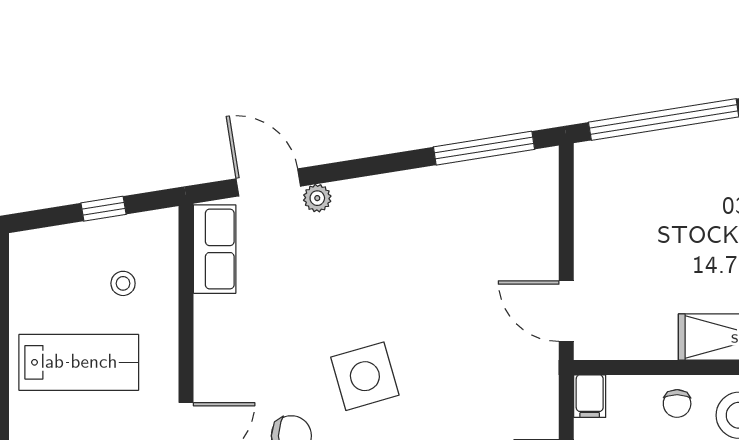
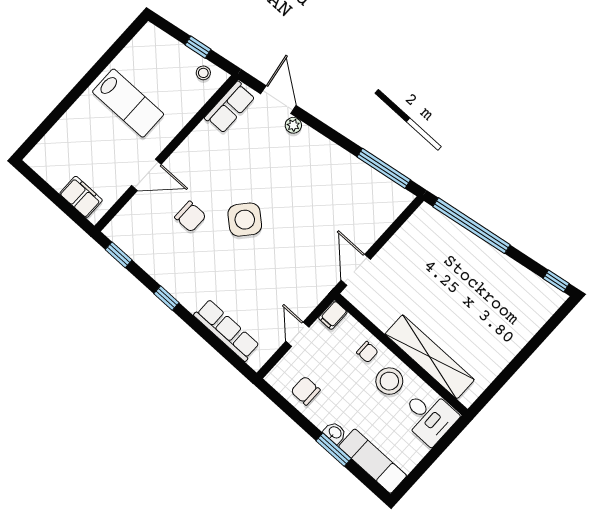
stool: (123, 283) -> (203, 73), moved
side table: (365, 376) -> (245, 220), turned -33
chair: (677, 403) -> (367, 352), turned -91

